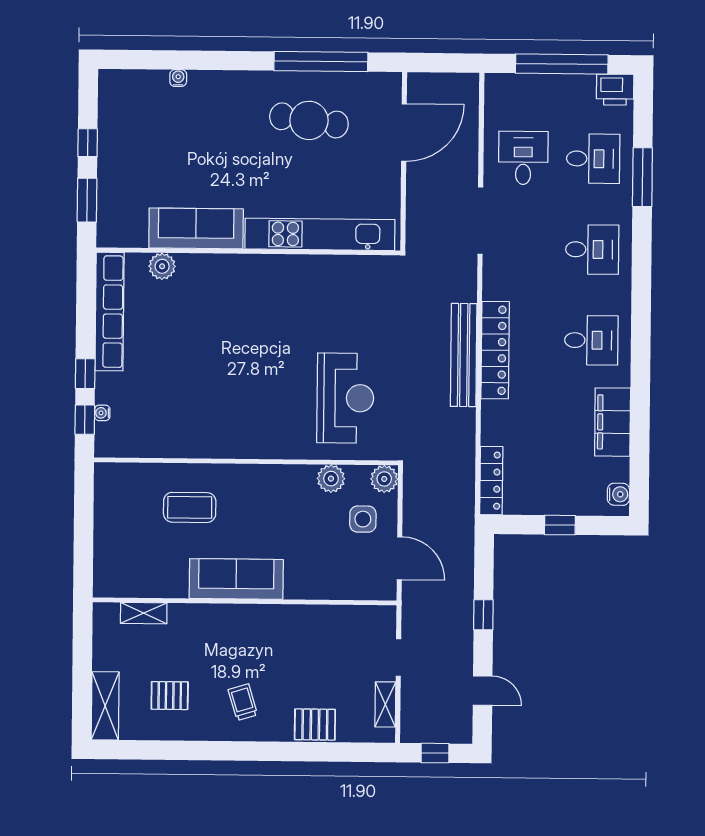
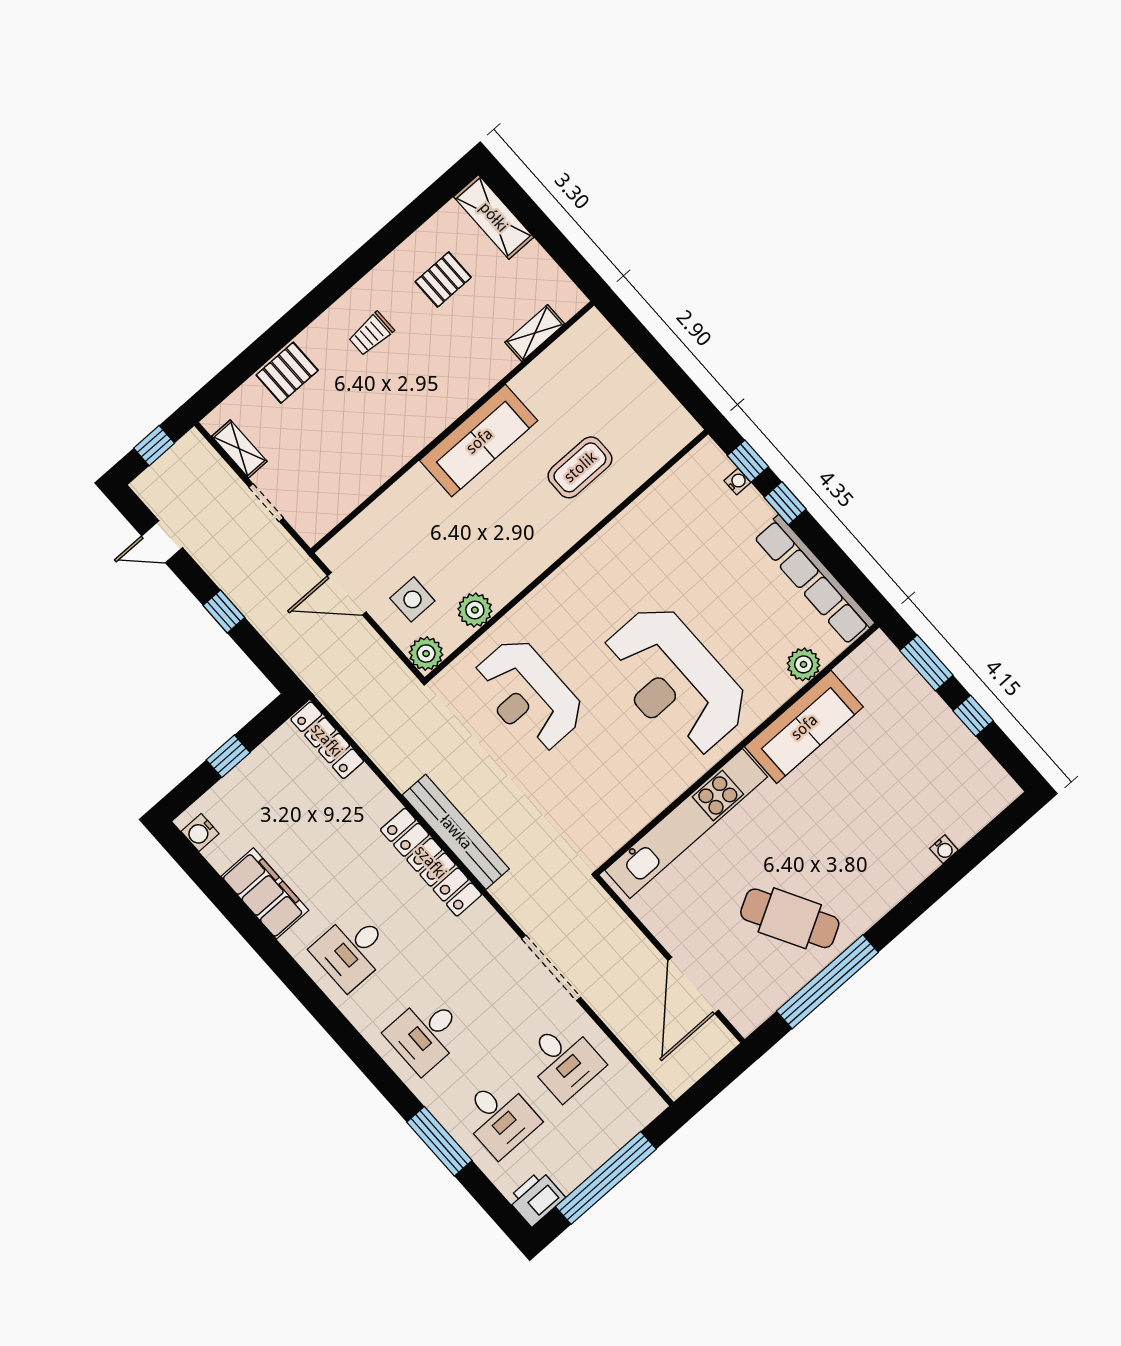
cafe table: (309, 120) -> (790, 918), turned 53
desk: (593, 159) -> (499, 1117), turned -90
reception desk: (249, 327) -> (674, 681), added
trolley: (243, 702) -> (371, 334), turned 107

